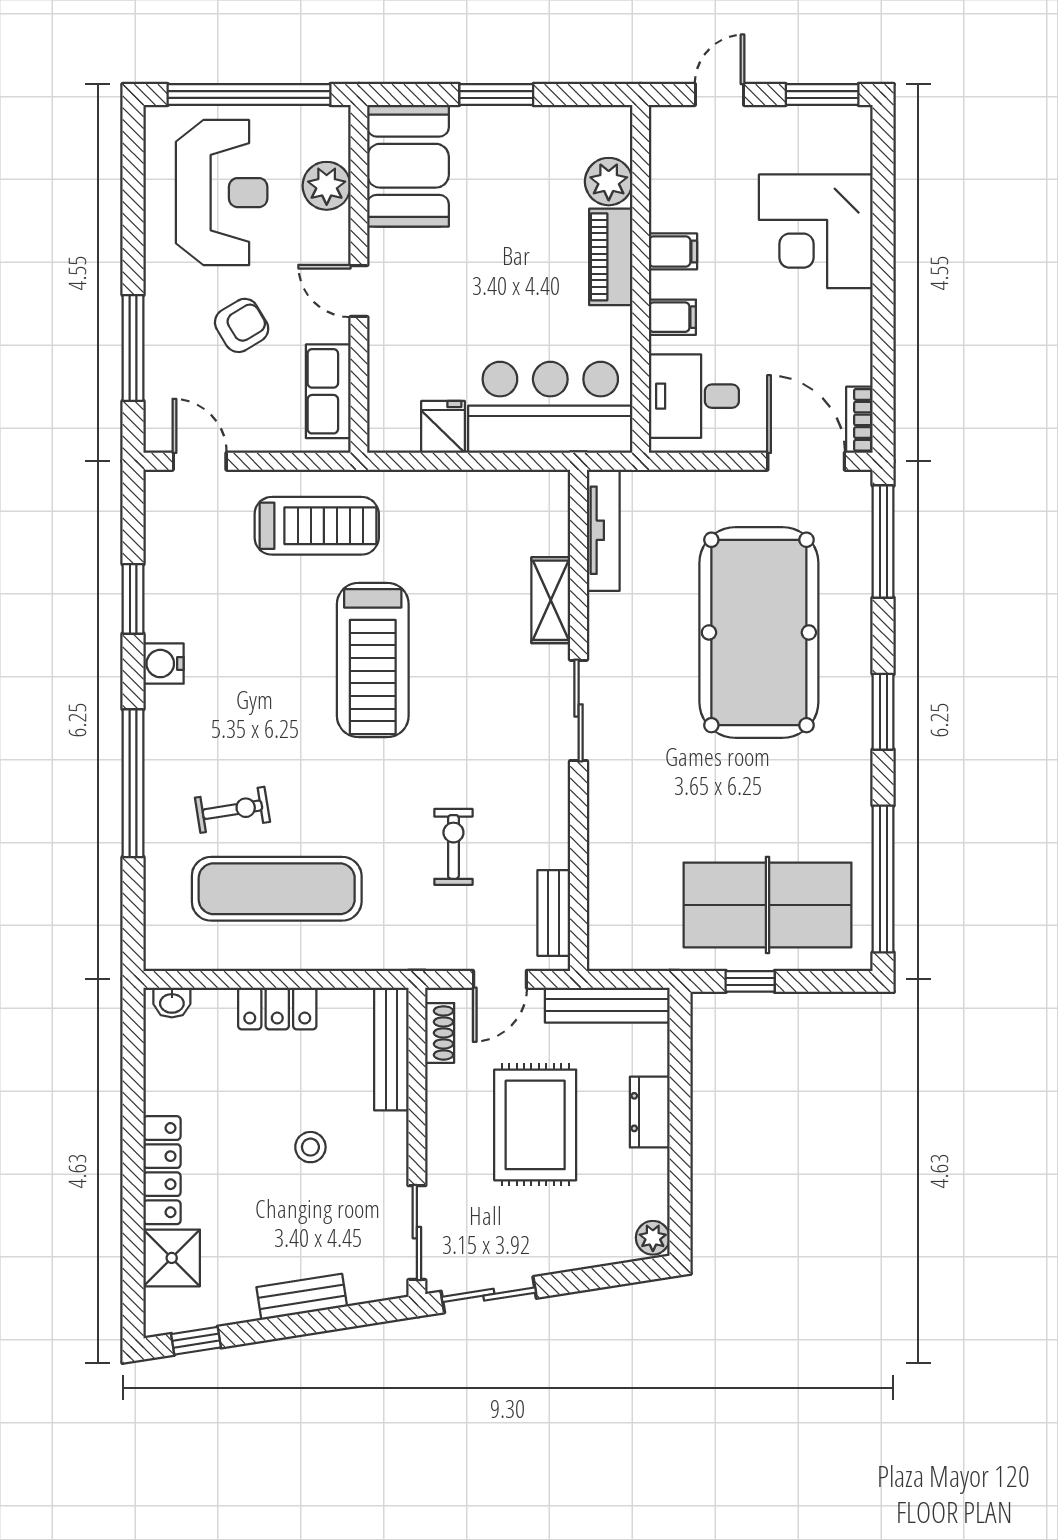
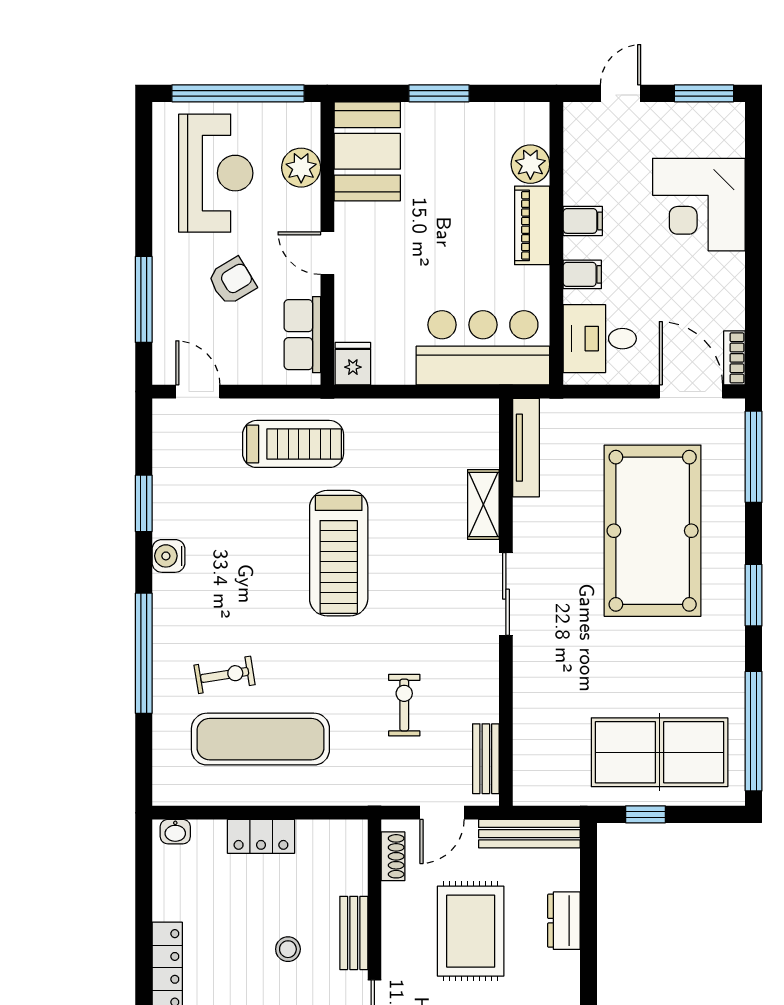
fridge: (443, 427) -> (353, 364), moved
bench: (391, 1049) -> (354, 933), moved, width x0.73

